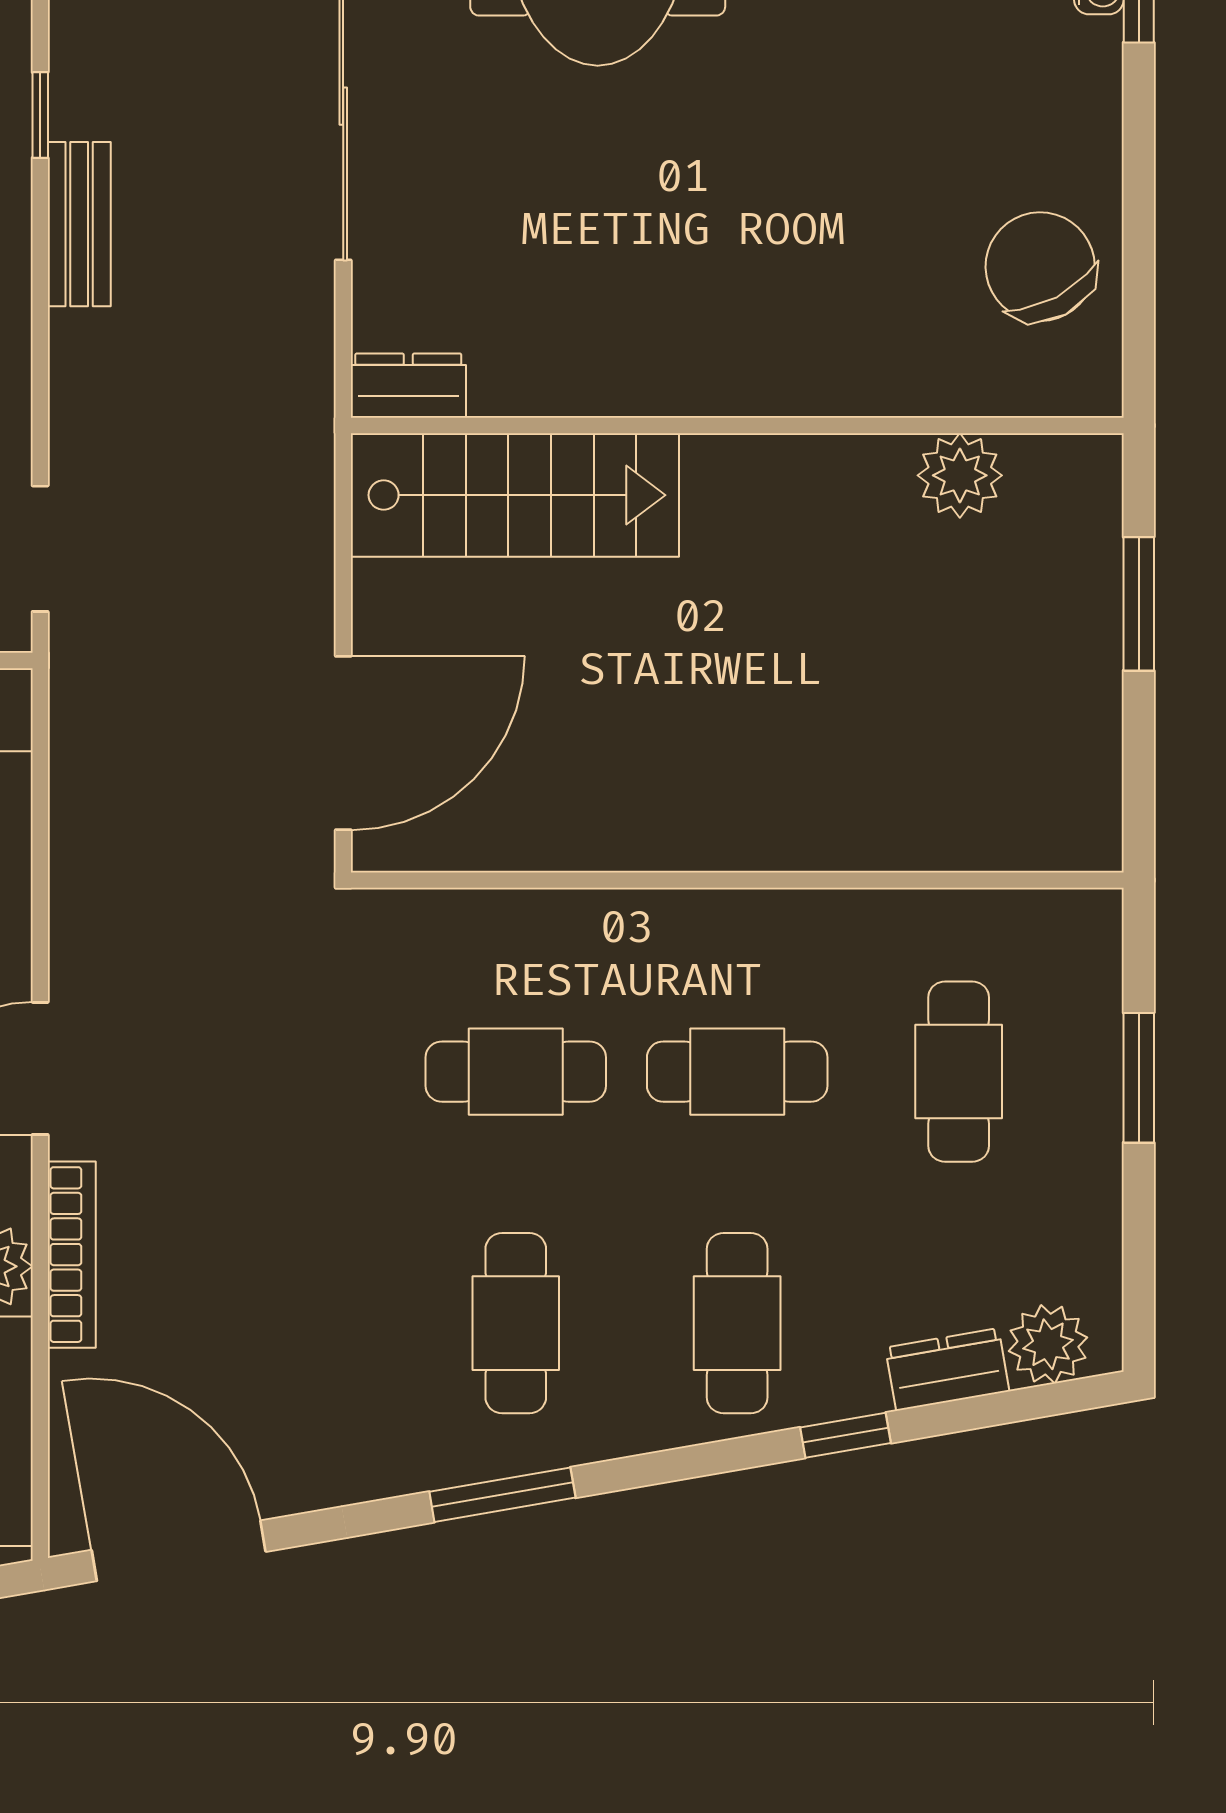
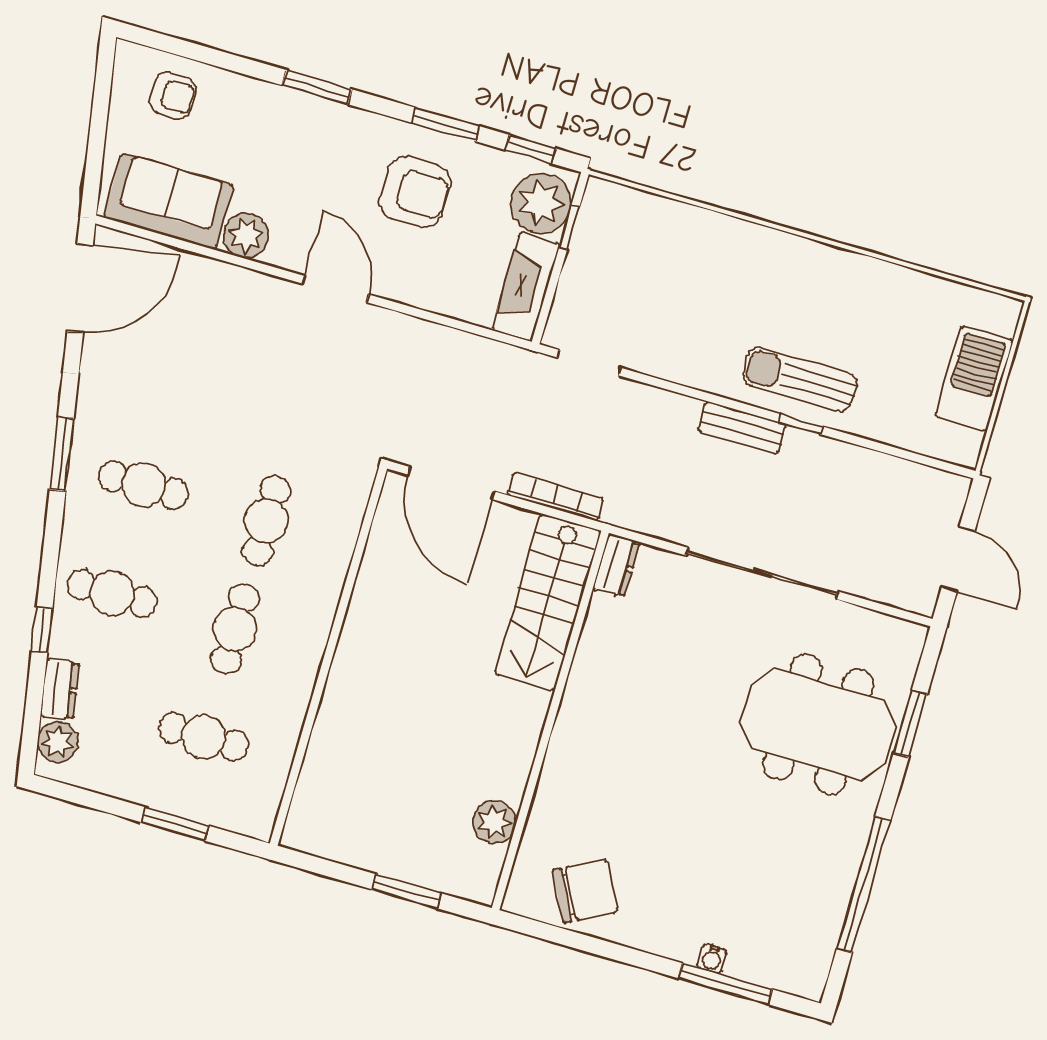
bookcase: (72, 1255) -> (555, 497), moved, turned 180

